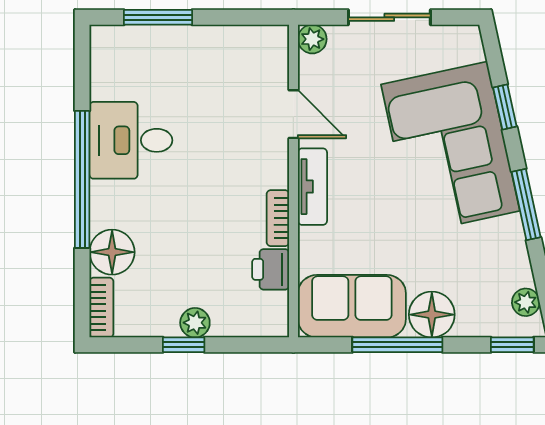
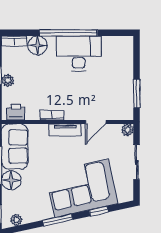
window: (158, 17) -> (137, 93), moved
desk: (131, 140) -> (79, 53), width x1.37
printer: (271, 269) -> (16, 112), moved

